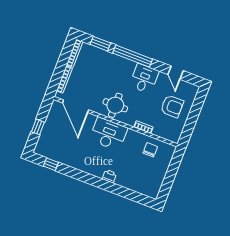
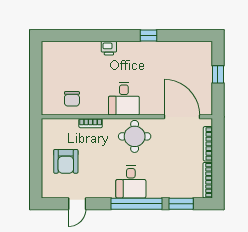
door: (176, 73) -> (77, 204), swing flipped
desk: (144, 79) -> (131, 182), moved
armchair: (172, 106) -> (66, 161), turned -90
desk: (108, 134) -> (124, 99), width x0.73
window: (51, 164) -> (148, 36), moved

